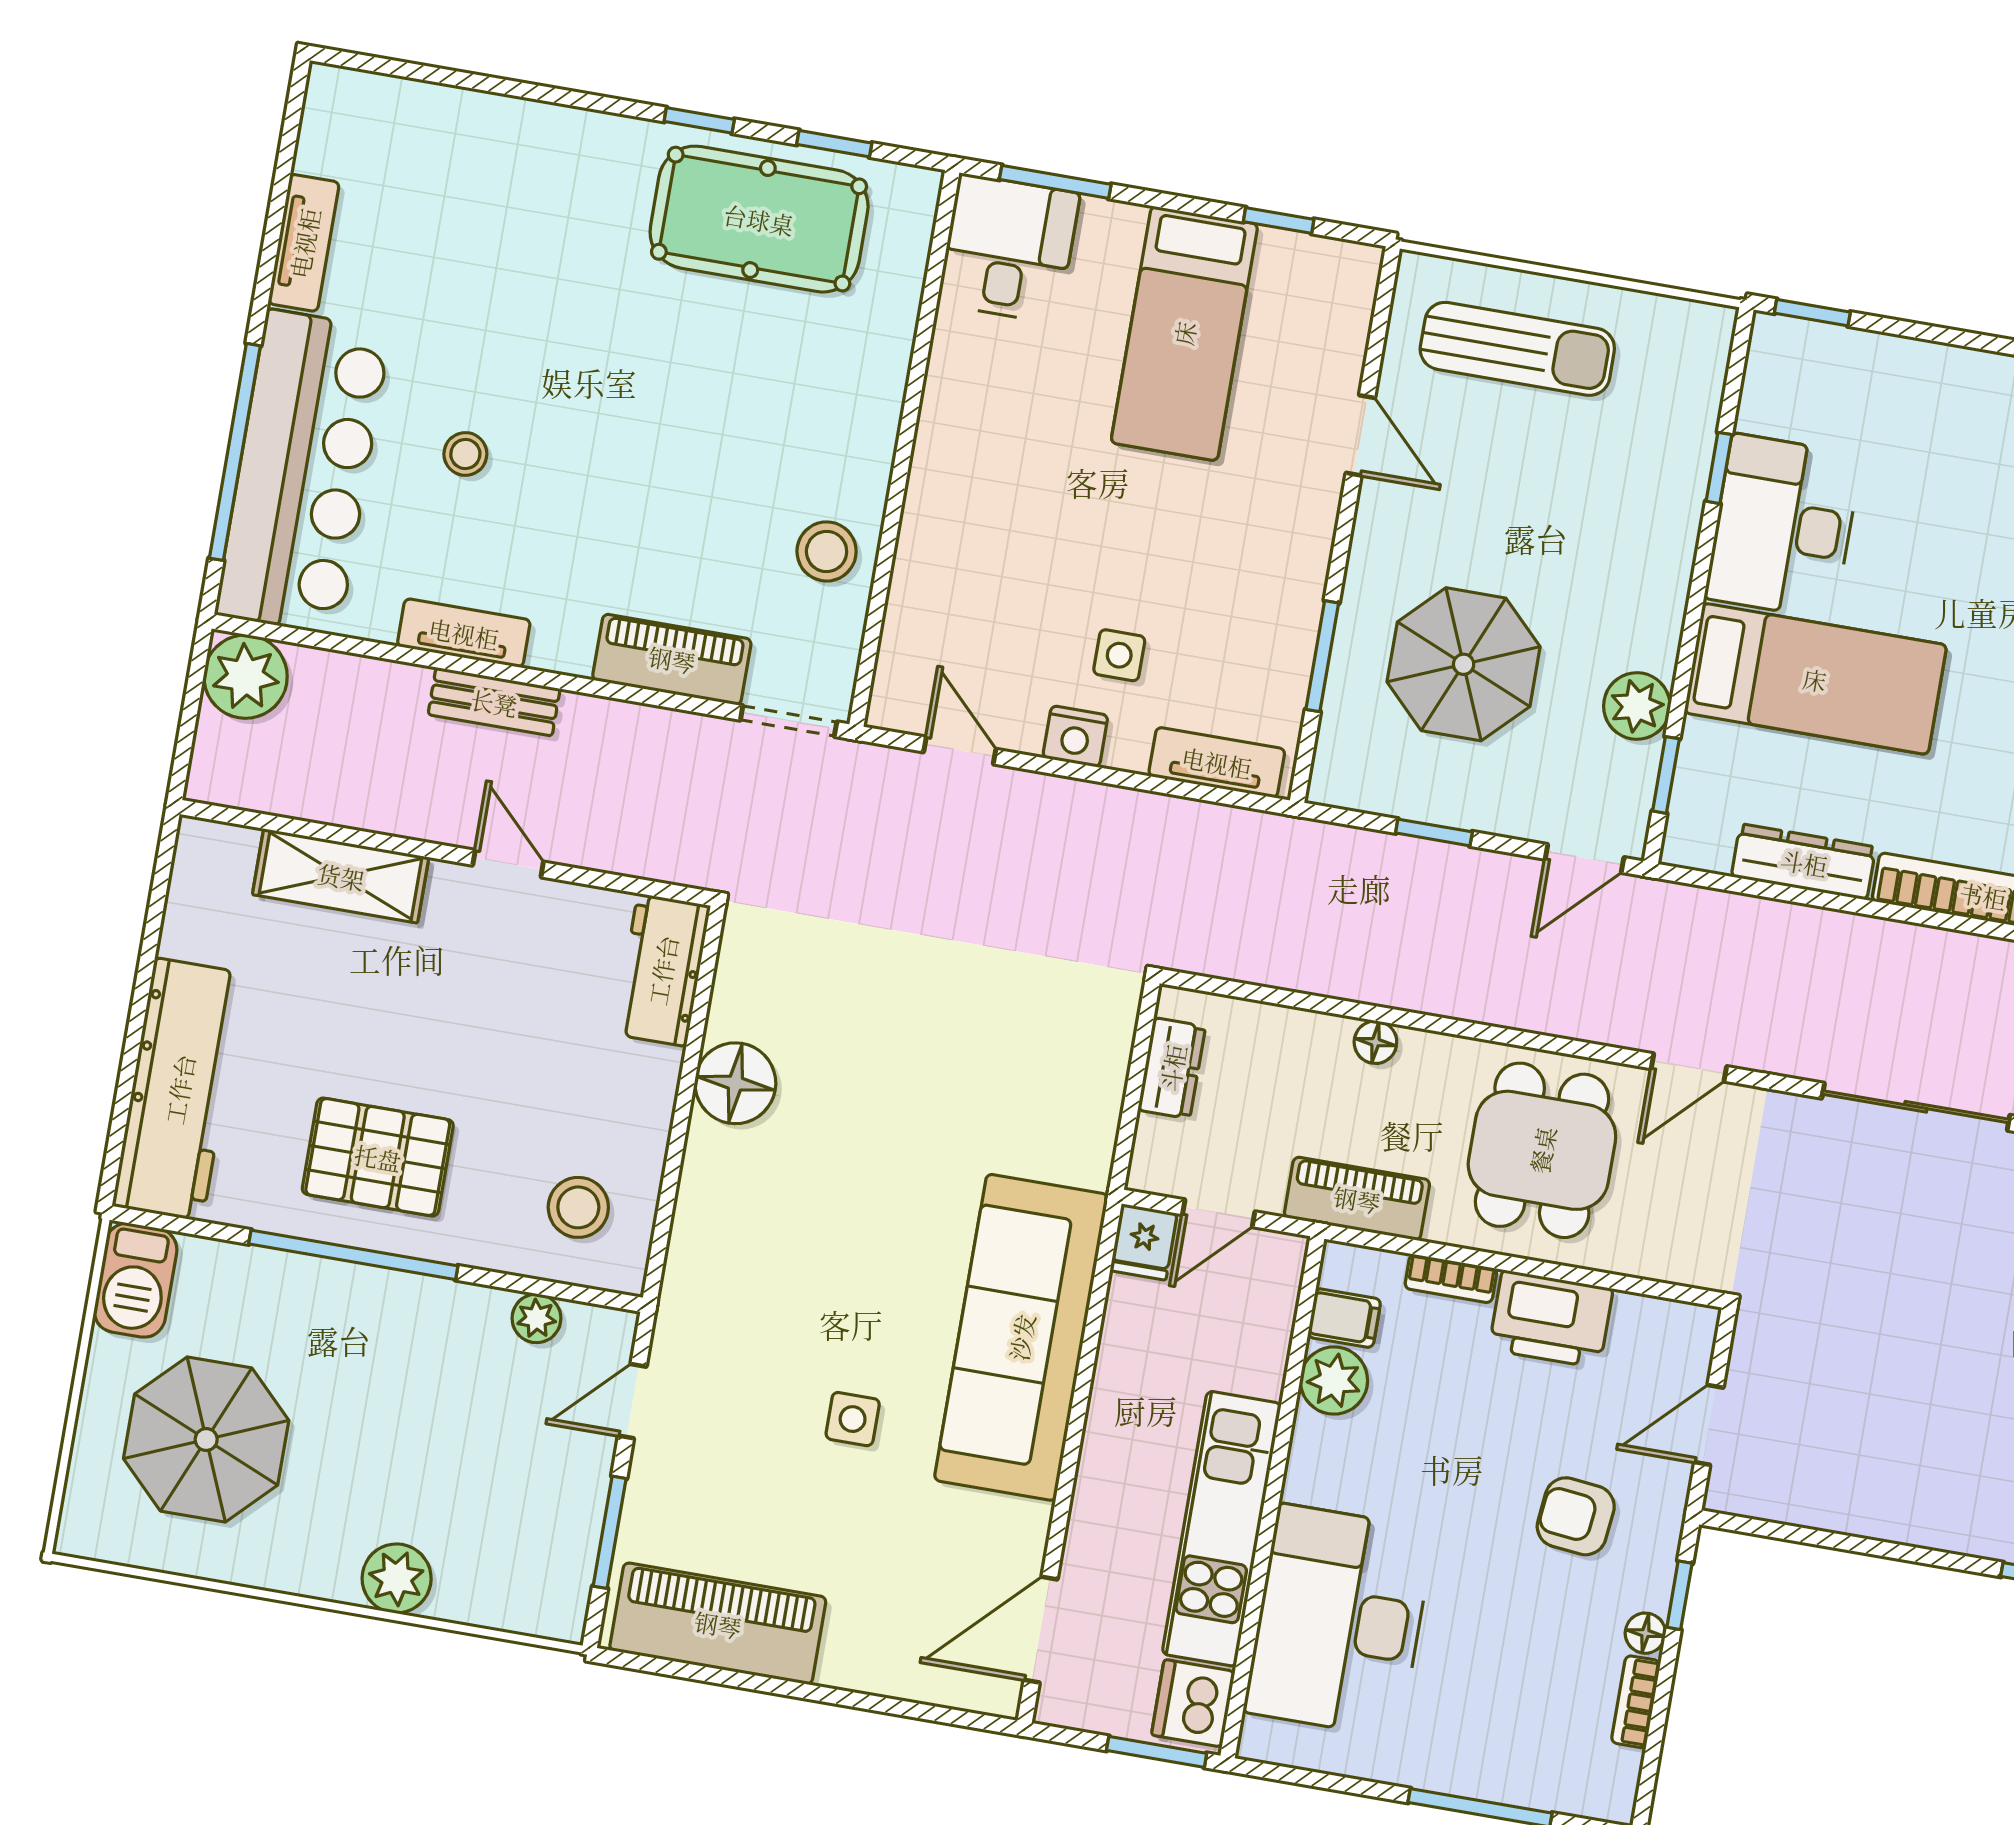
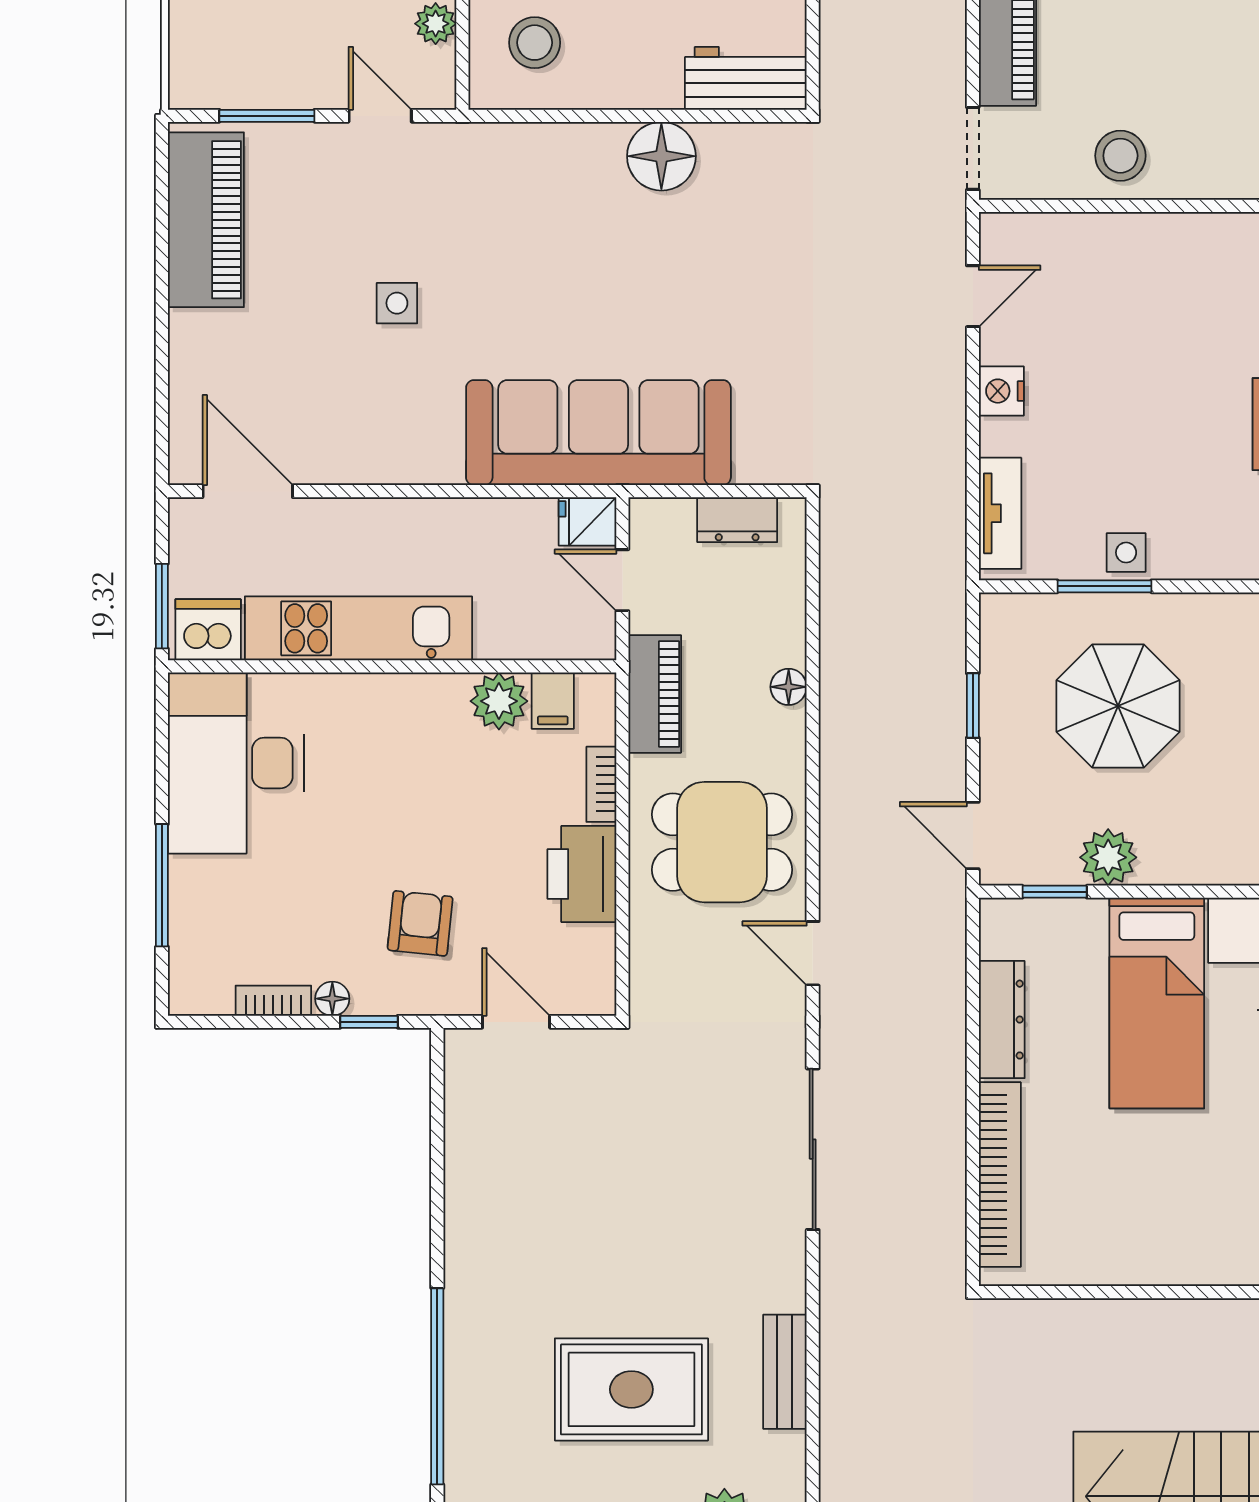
side table: (1119, 655) -> (1126, 553), moved
sofa: (1021, 1337) -> (598, 433), moved
desk: (1339, 1621) -> (236, 763), moved, turned -90

